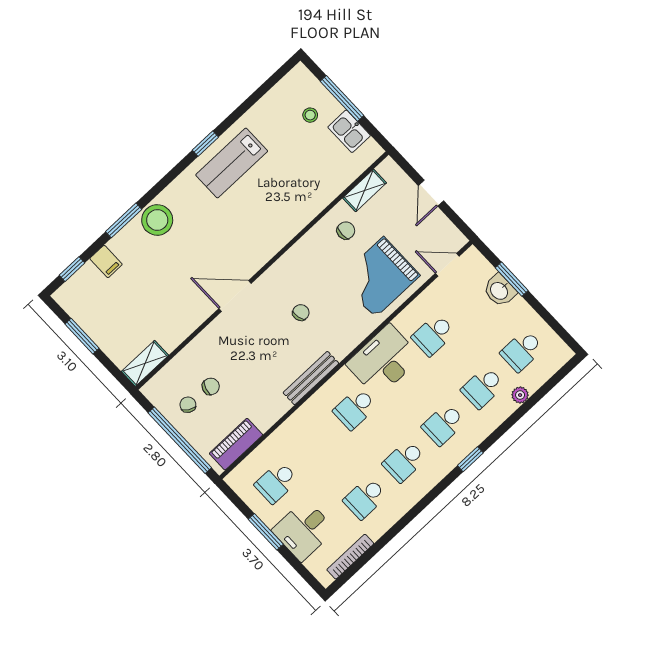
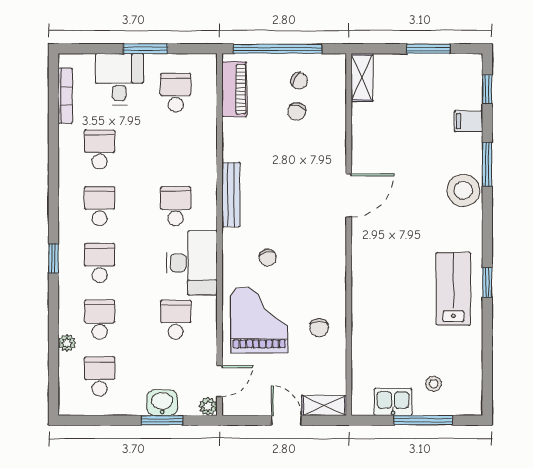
shelving: (365, 190) -> (324, 406), moved, turned 90
plant: (472, 256) -> (208, 406), added
chair: (301, 313) -> (268, 258), moved

